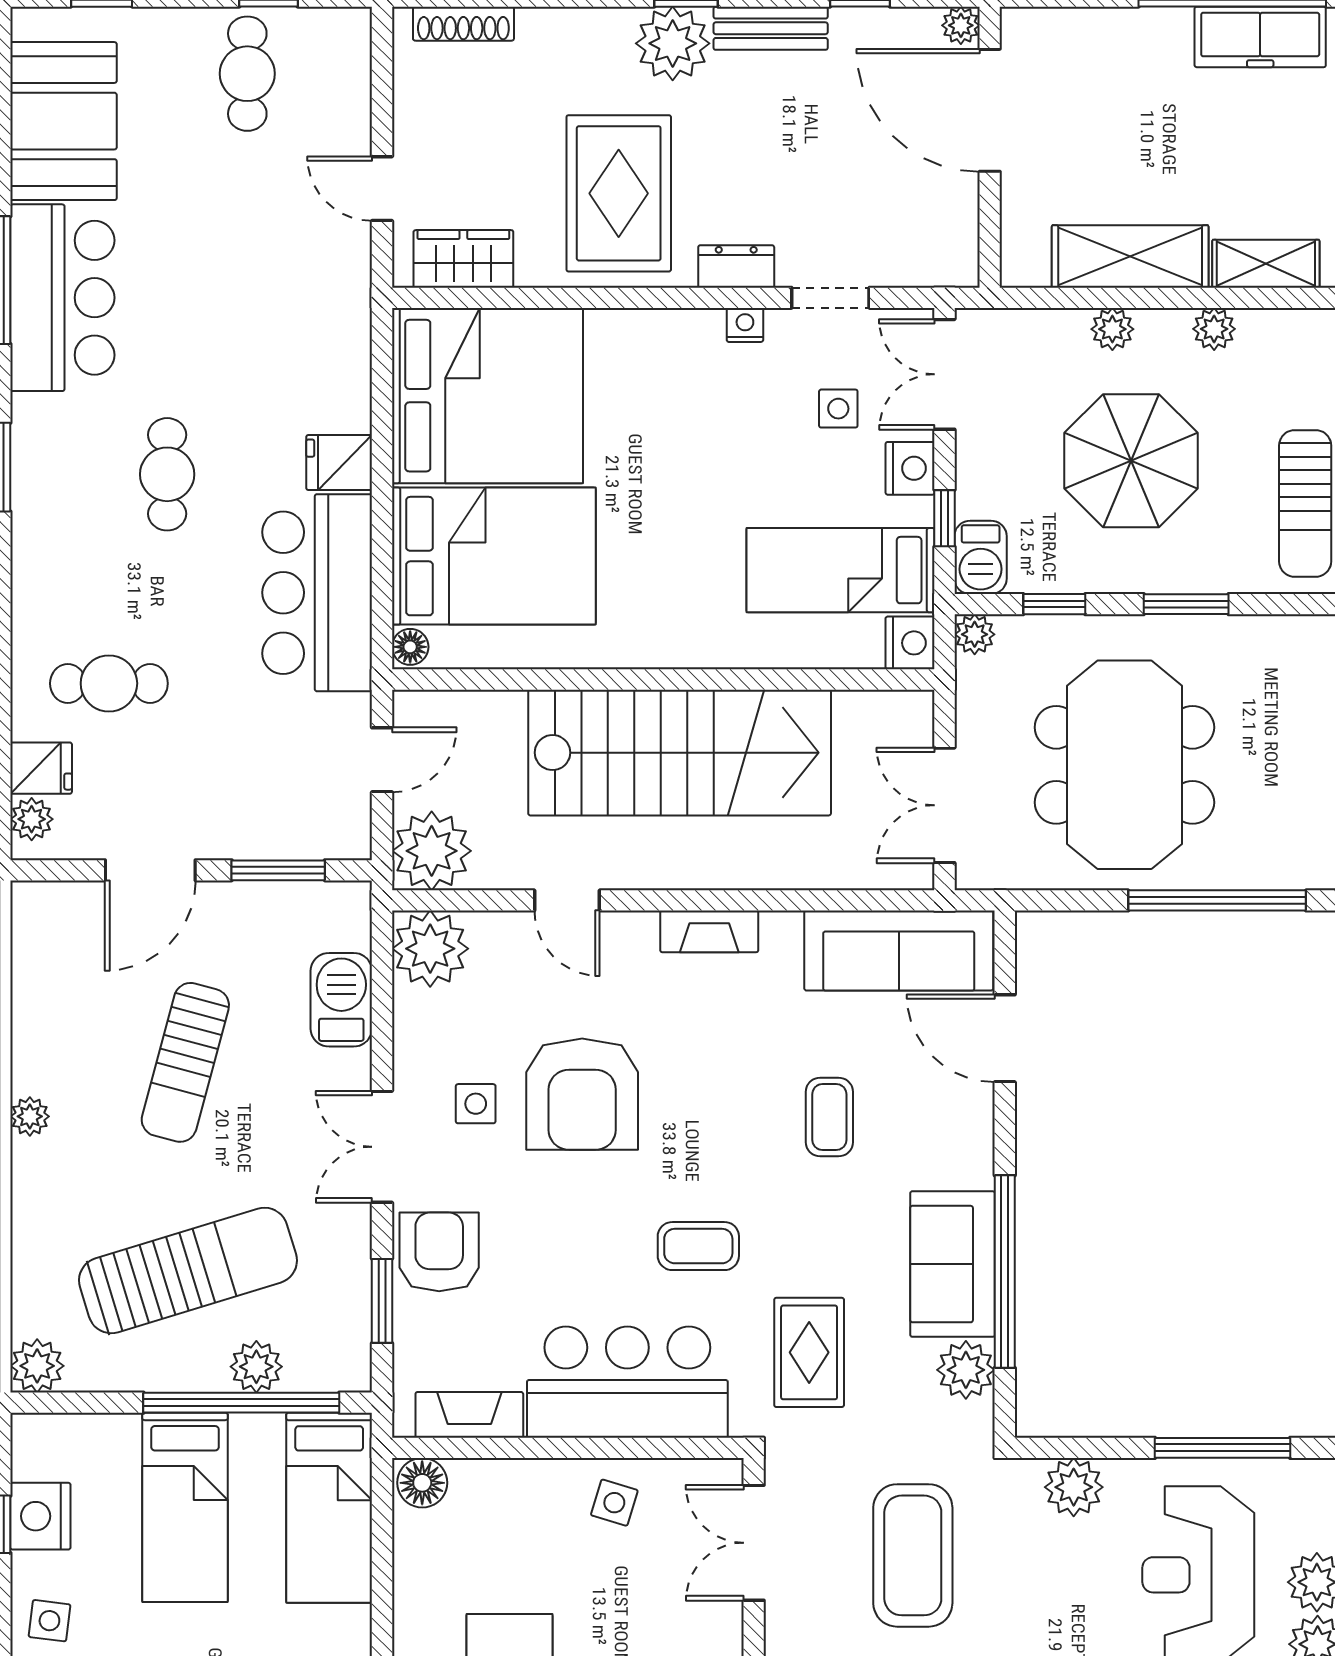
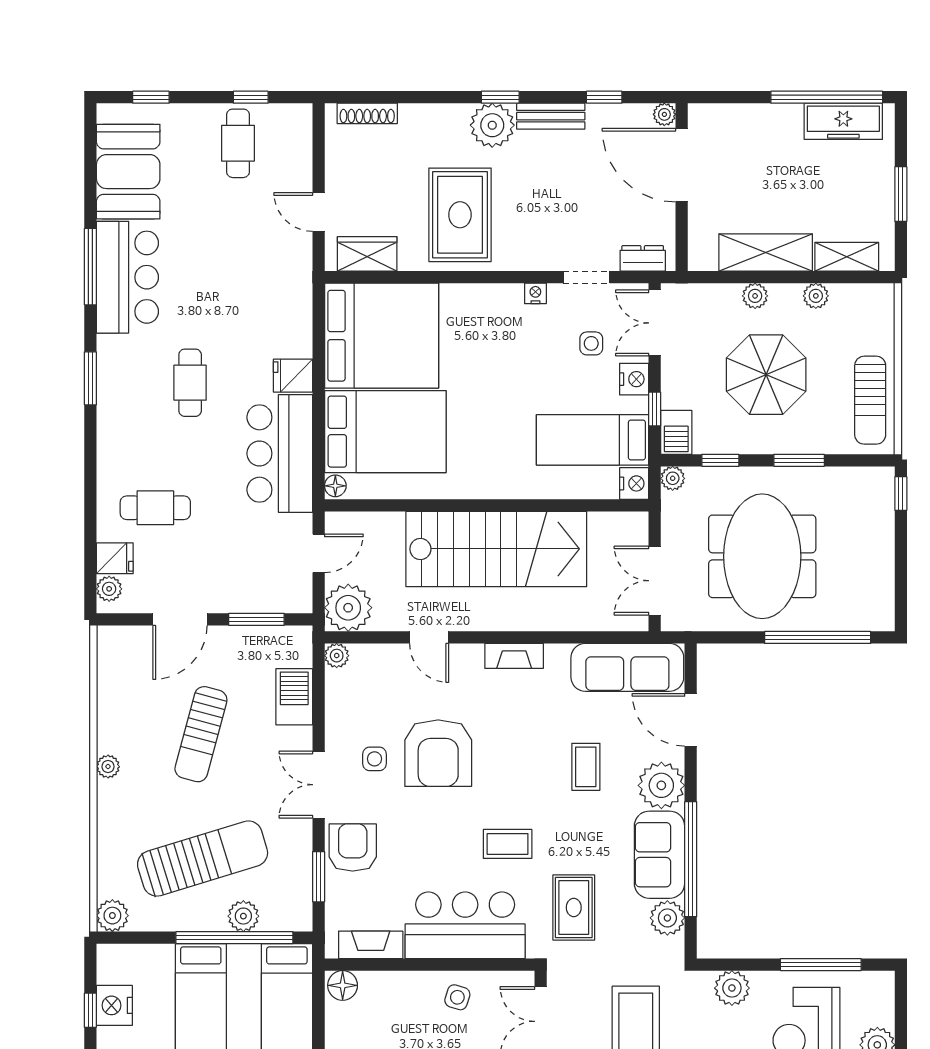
dresser: (736, 266) -> (643, 258), moved
plant: (430, 949) -> (337, 656), width x0.53, depth x0.53
plant: (956, 1148) -> (661, 785), added

